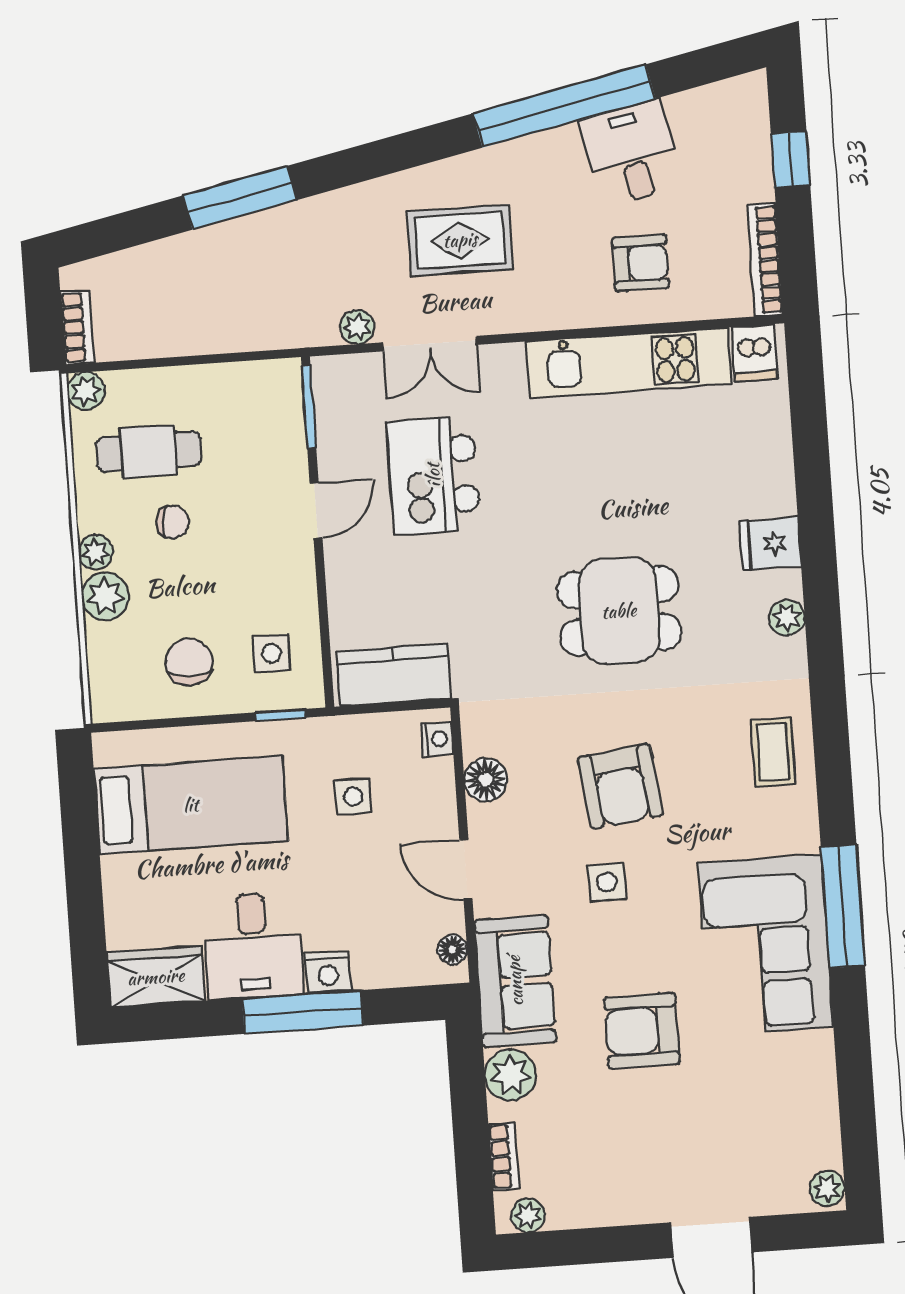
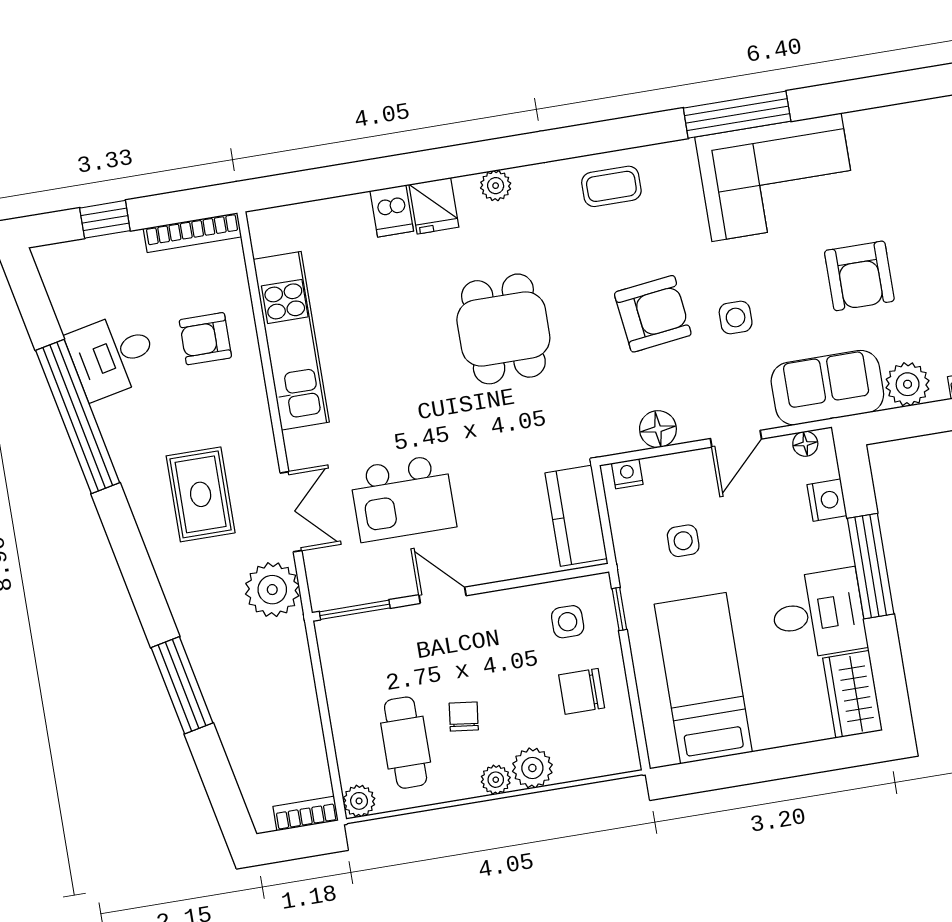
armchair: (641, 263) -> (205, 339), turned -90
plant: (357, 327) -> (272, 590), width x1.88, depth x1.88
dishwasher: (754, 353) -> (392, 211), moved, turned 90
nightstand: (328, 972) -> (827, 500), moved

